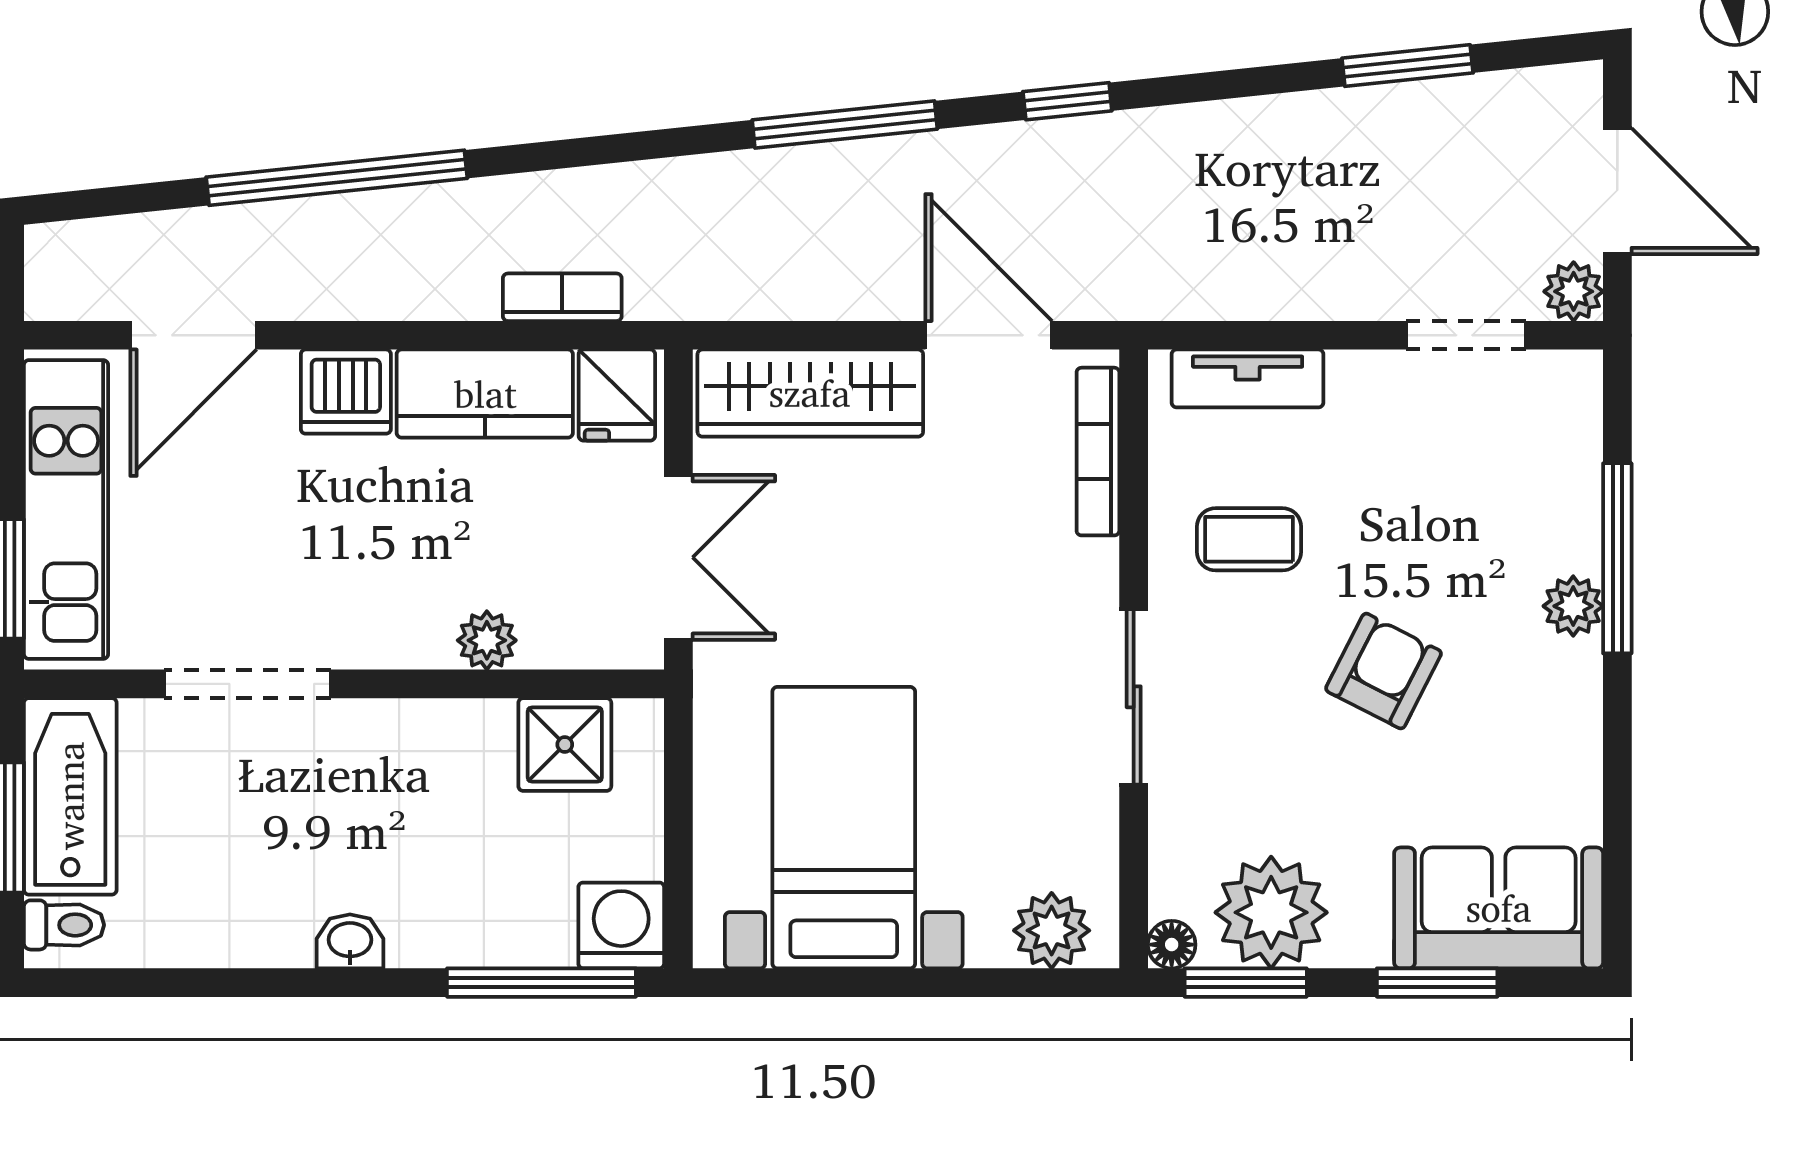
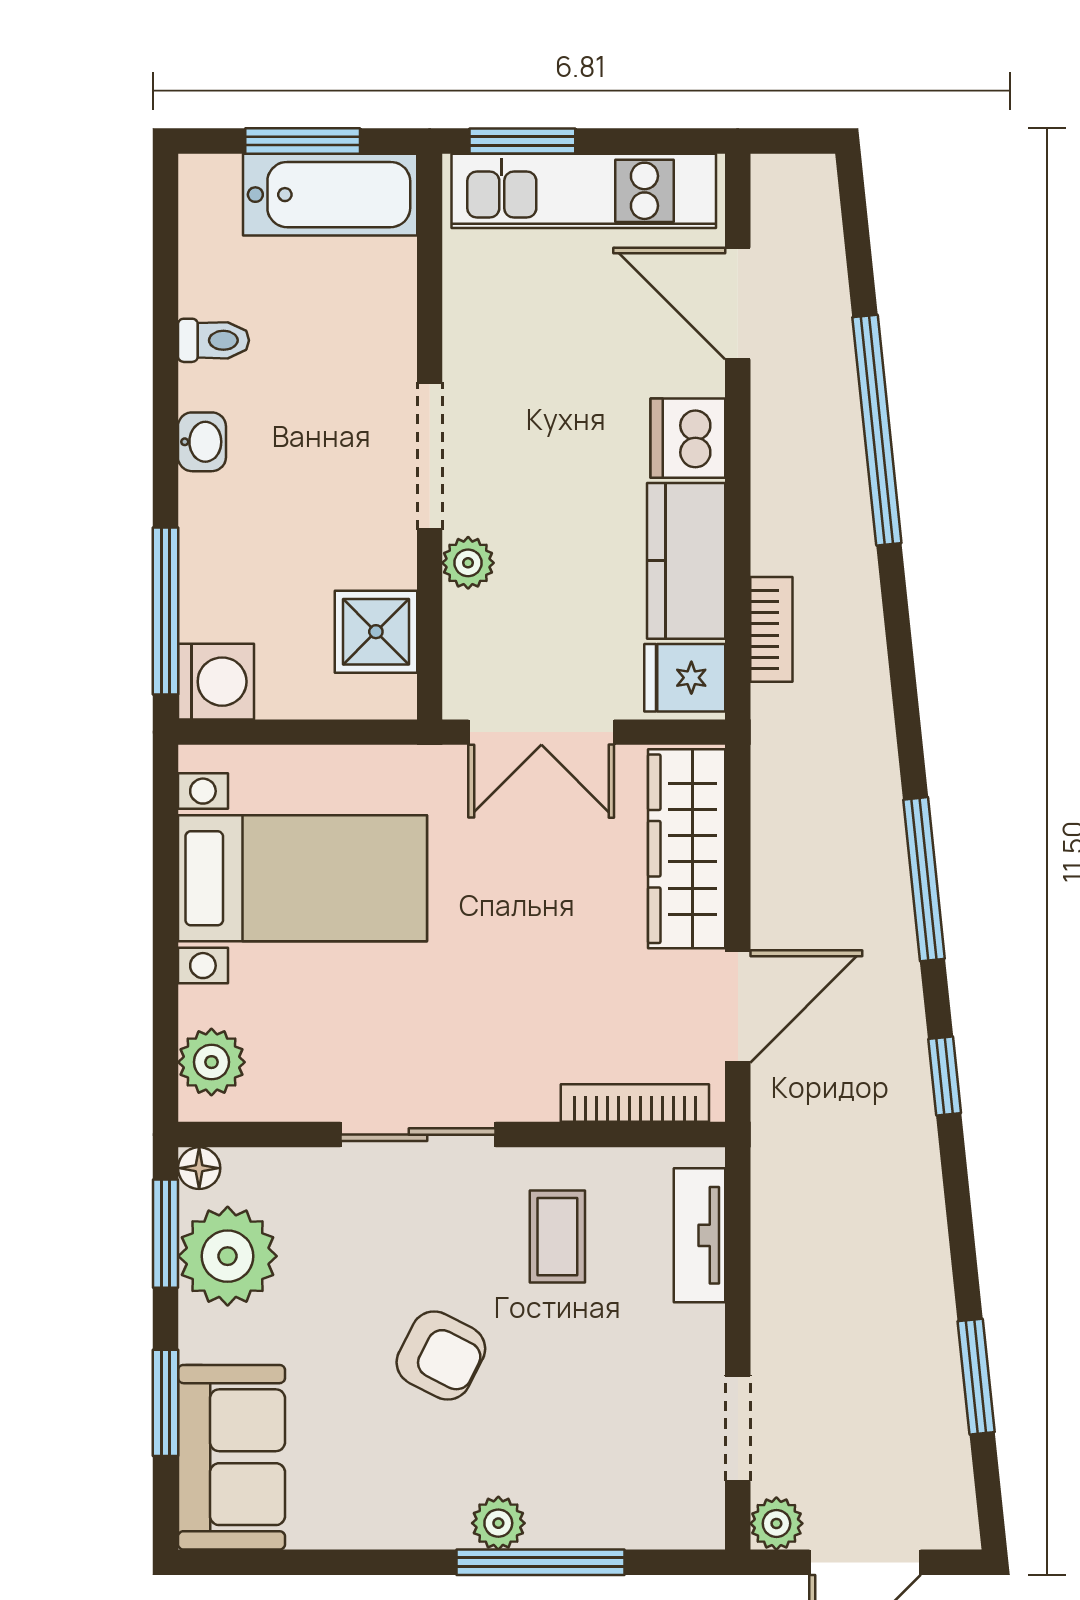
doorway: (247, 684) -> (430, 456), moved
toilet: (64, 925) -> (213, 340), moved, turned -90

